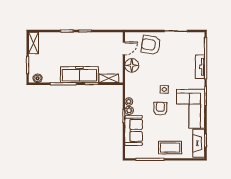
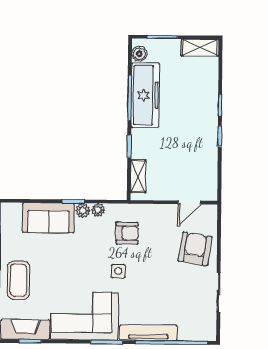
door: (124, 48) -> (189, 202), hinge flipped
floor lamp: (132, 65) -> (160, 216), removed
tv unit: (200, 67) -> (148, 333), width x1.41
freezer: (79, 75) -> (145, 95), moved
armchair: (160, 109) -> (127, 233), moved

